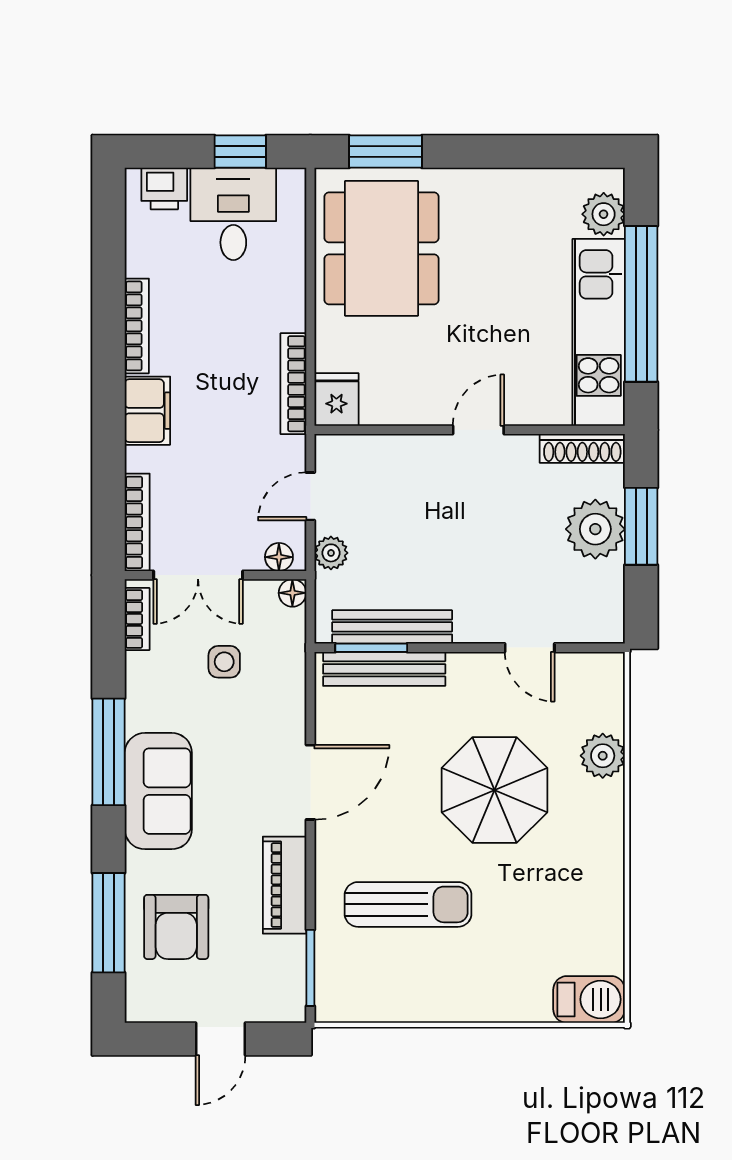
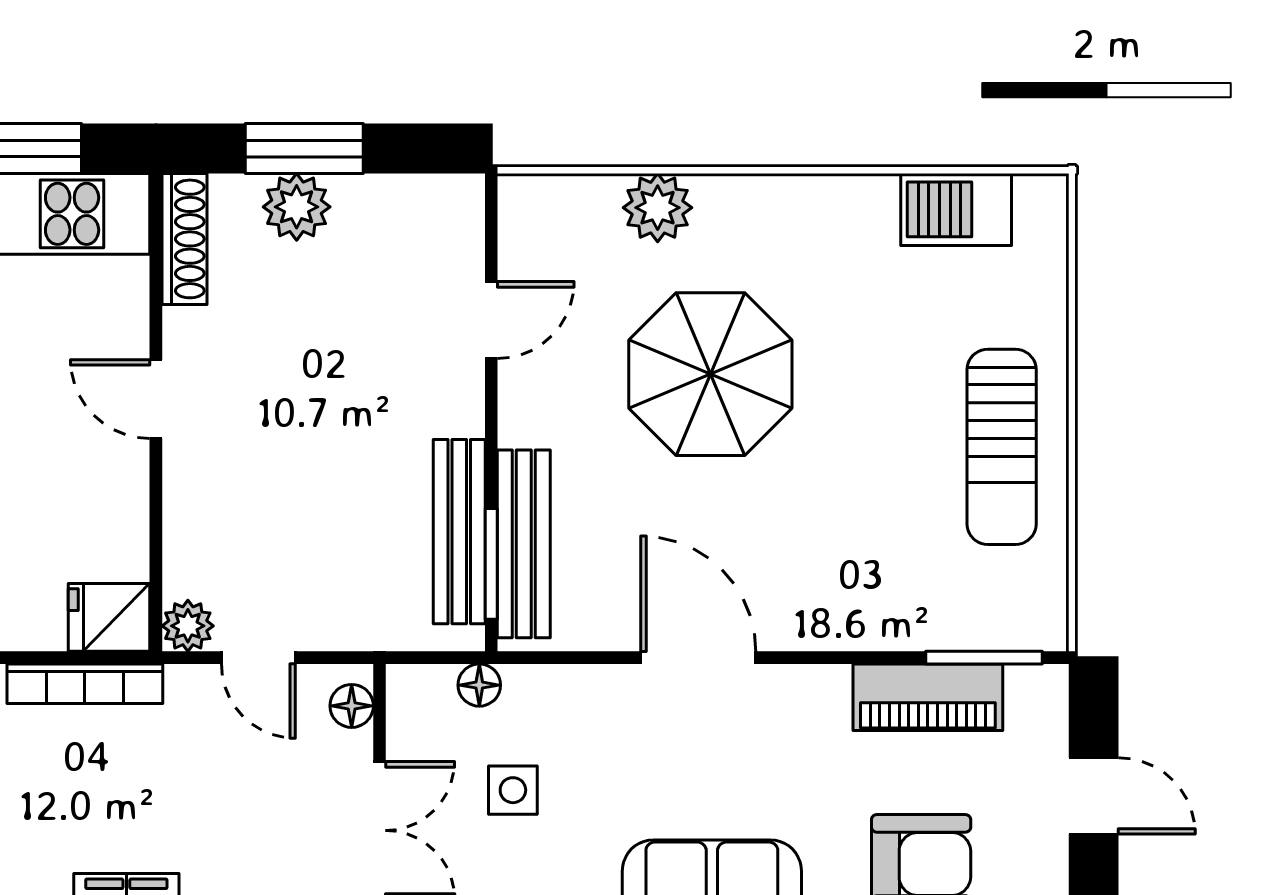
plant: (595, 529) -> (297, 207), width x0.73, depth x0.73
plant: (331, 553) -> (188, 626), moved
floor lamp: (292, 593) -> (479, 685), moved
piano: (285, 885) -> (928, 697), moved
sun lounger: (408, 904) -> (1002, 447), moved, turned 180
barbecue: (589, 999) -> (956, 209), moved, turned -90

